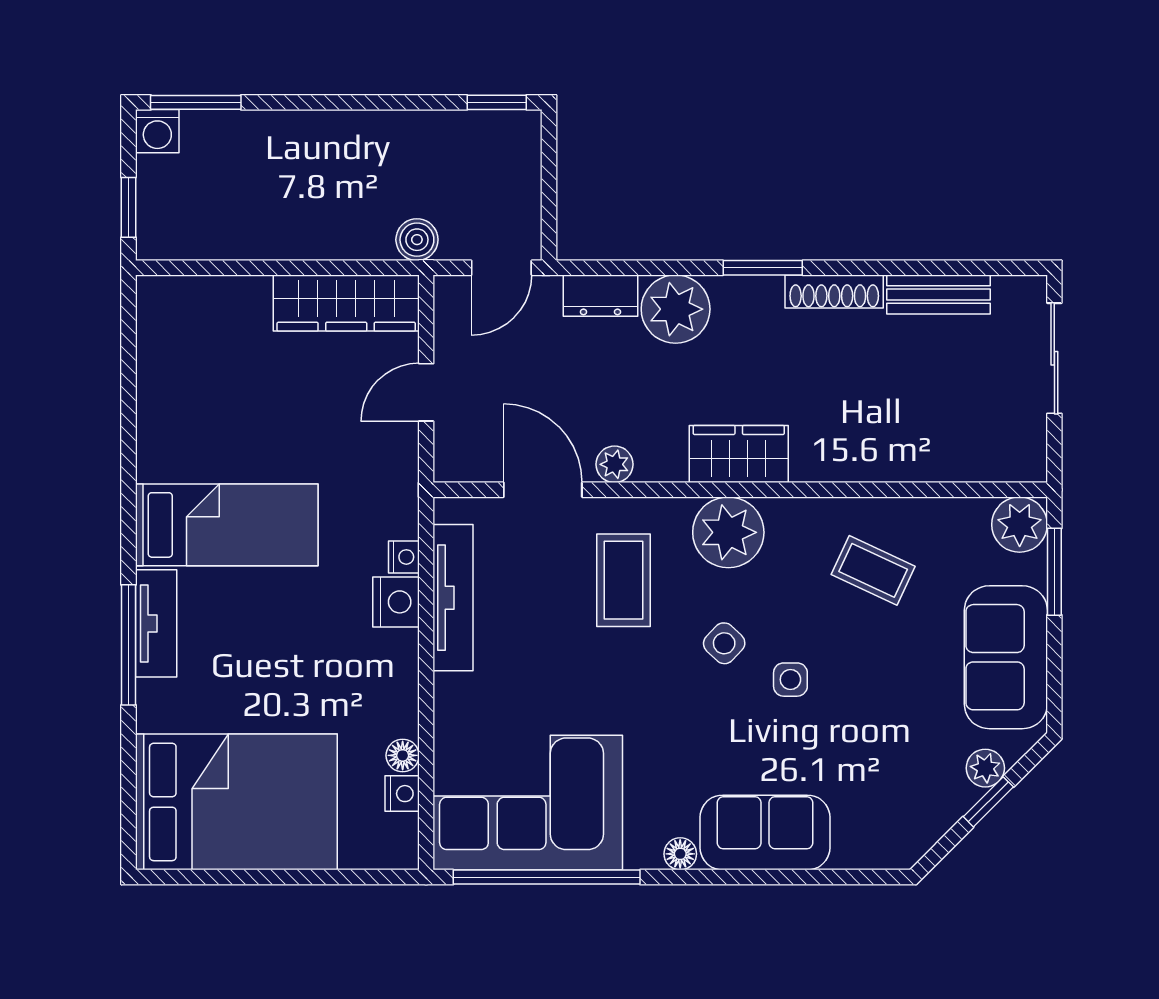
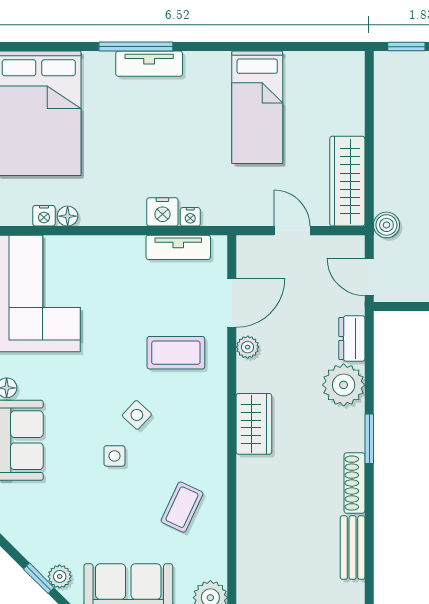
bed: (227, 525) -> (257, 107), moved
plant: (728, 532) -> (206, 418), removed
tv unit: (453, 598) -> (178, 247), width x0.71

